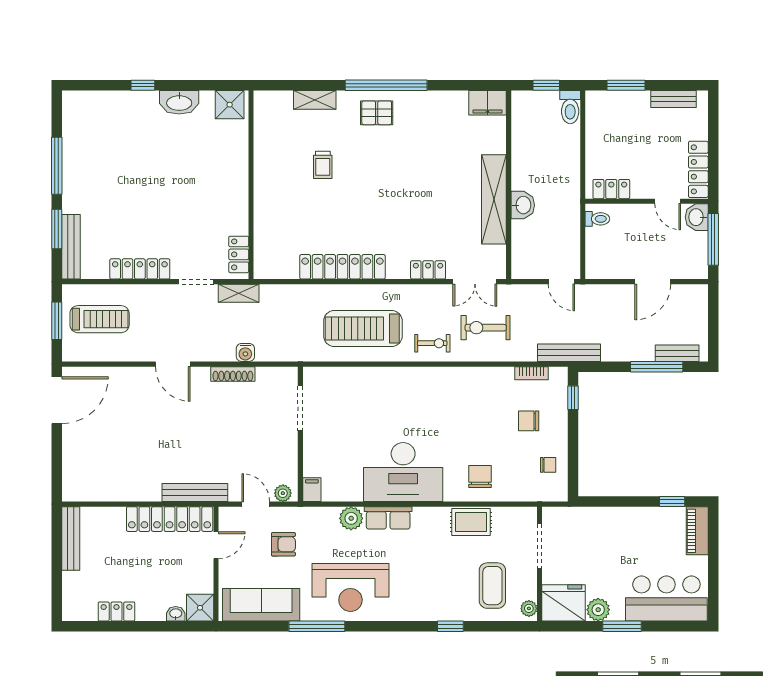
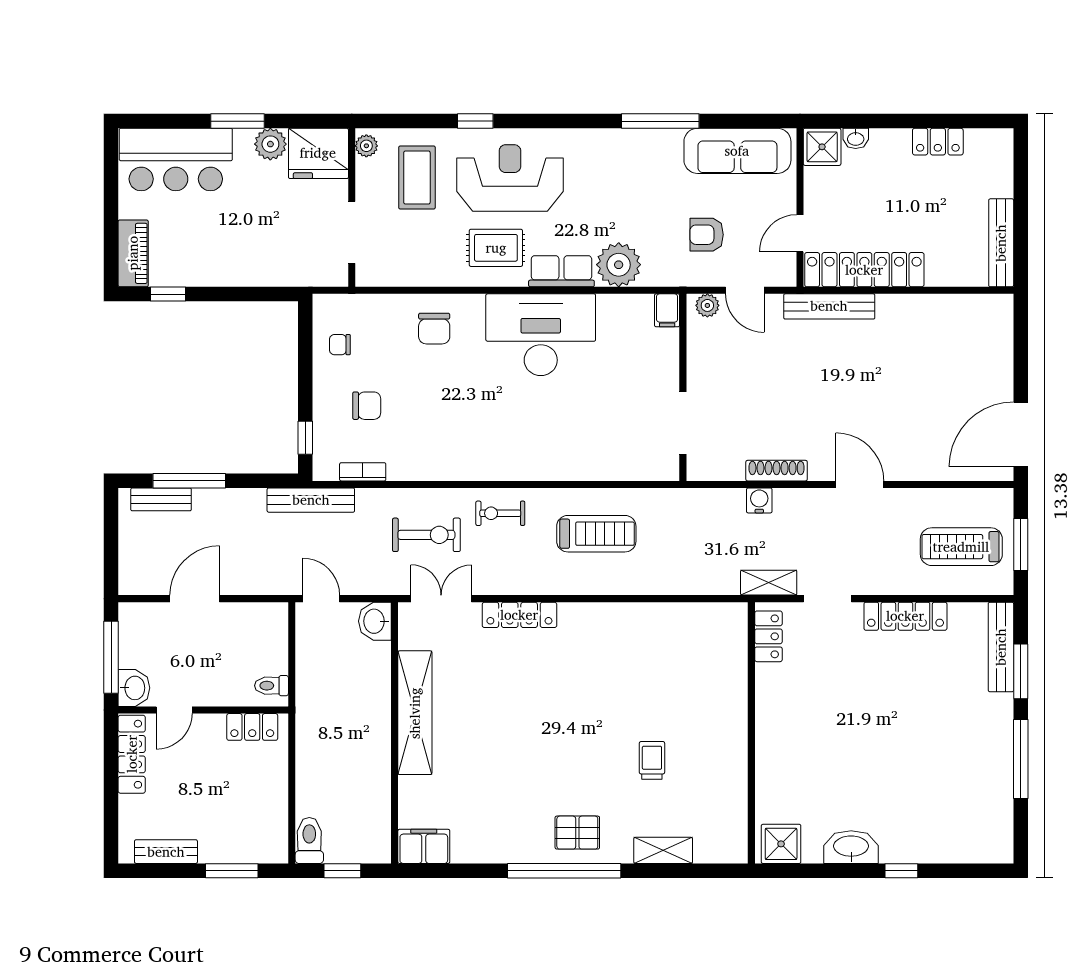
door: (668, 201) -> (174, 710), swing flipped
washbasin: (523, 205) -> (375, 621), moved
locker: (342, 267) -> (625, 619), removed
locker: (428, 270) -> (519, 615), width x1.53
treadmill: (363, 328) -> (596, 534), width x0.73, depth x0.73
plant: (351, 518) -> (619, 265), width x1.36, depth x1.36
rug: (471, 522) -> (496, 248), moved
reception desk: (350, 587) -> (510, 178), moved

